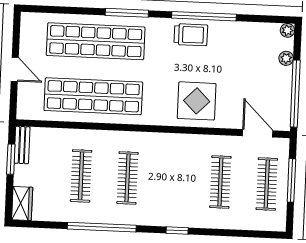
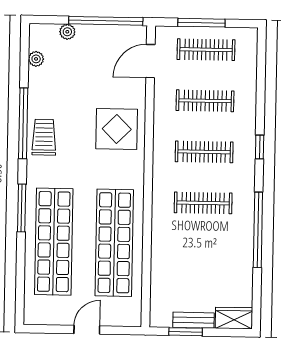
plant: (287, 30) -> (36, 59), moved
bench: (22, 145) -> (193, 320), moved
clothes rail: (81, 176) -> (204, 152), moved

